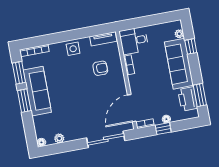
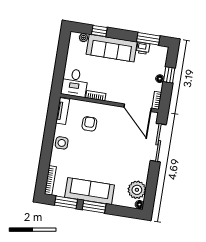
printer: (188, 99) -> (143, 48), width x0.53, depth x0.68
window: (163, 129) -> (169, 75), moved
plant: (59, 138) -> (137, 190), width x1.87, depth x1.87

